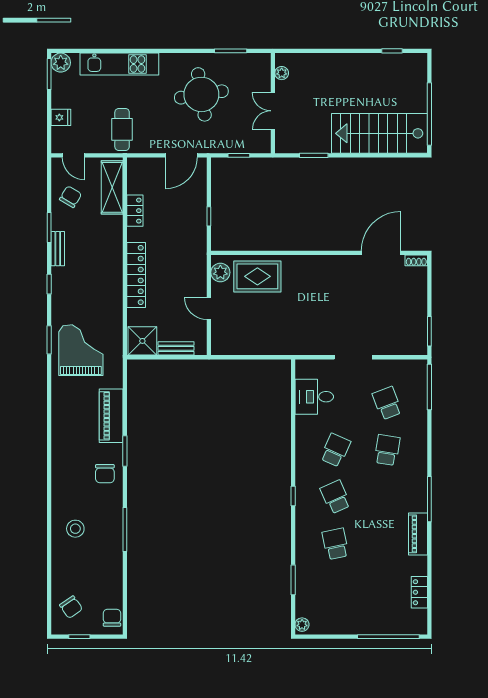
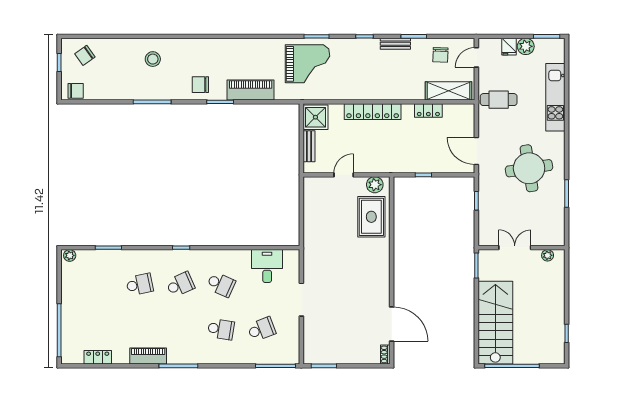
plant: (61, 63) -> (526, 46), moved
plant: (282, 73) -> (548, 255), moved
wall: (273, 103) -> (521, 248), moved
double door: (273, 111) -> (515, 248), moved
chair: (71, 197) -> (440, 55), turned 61

